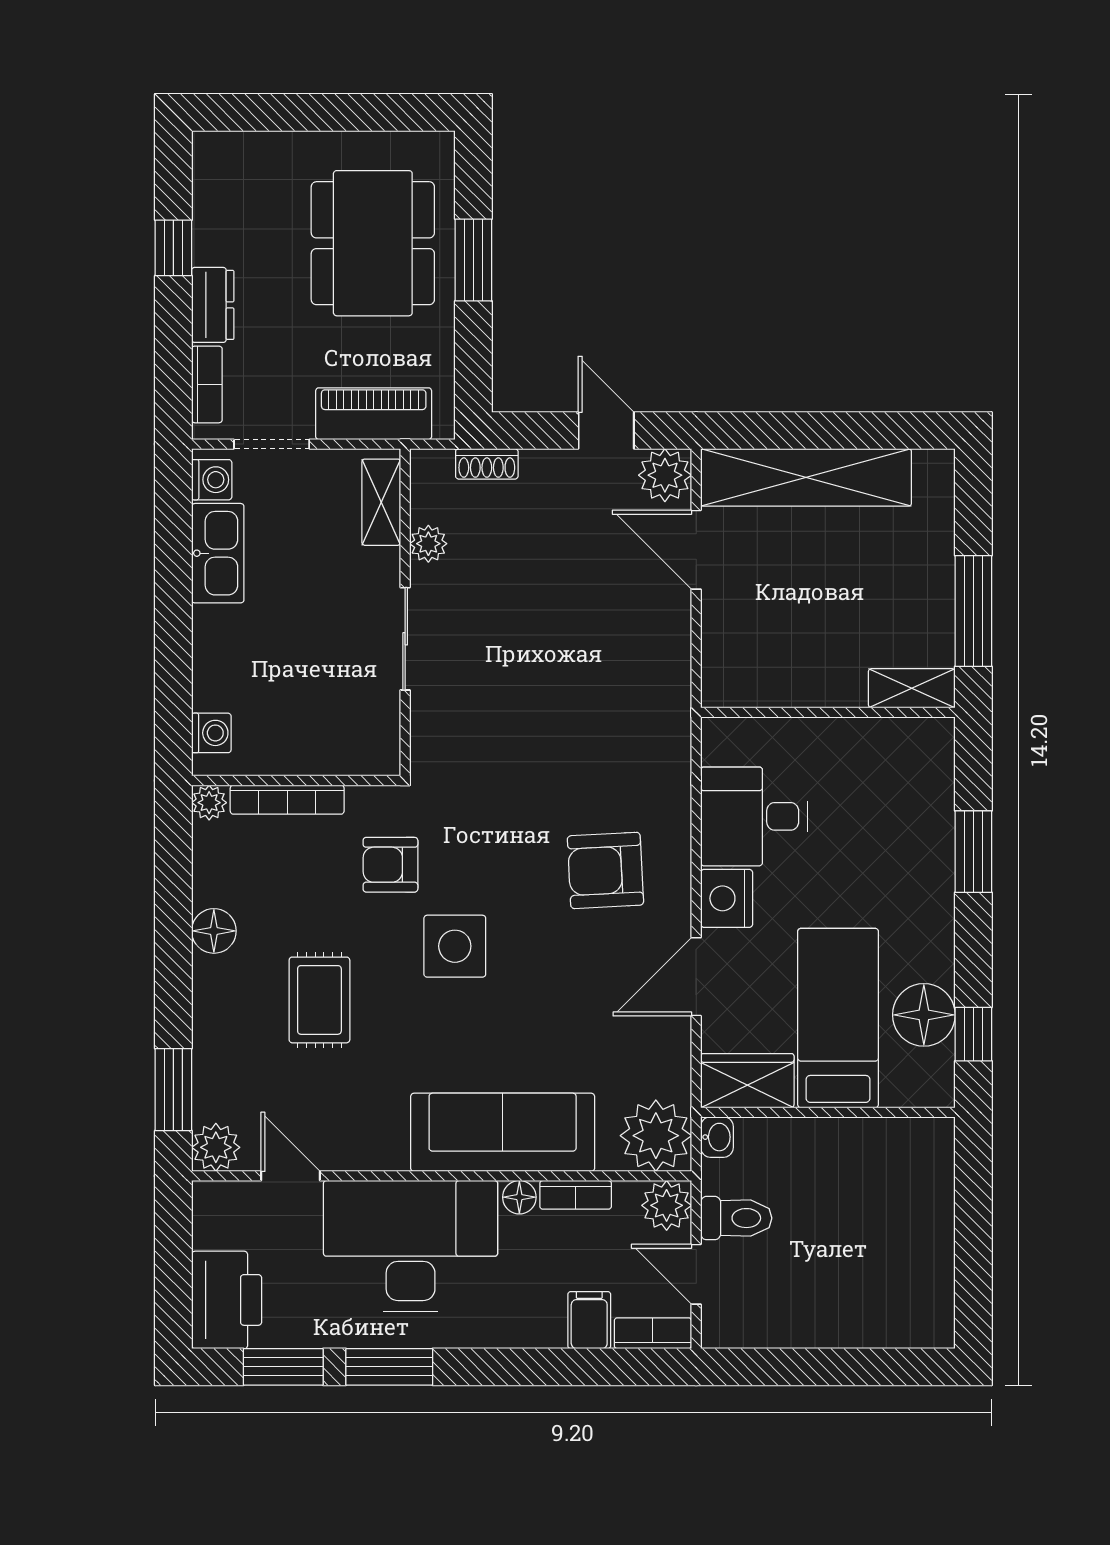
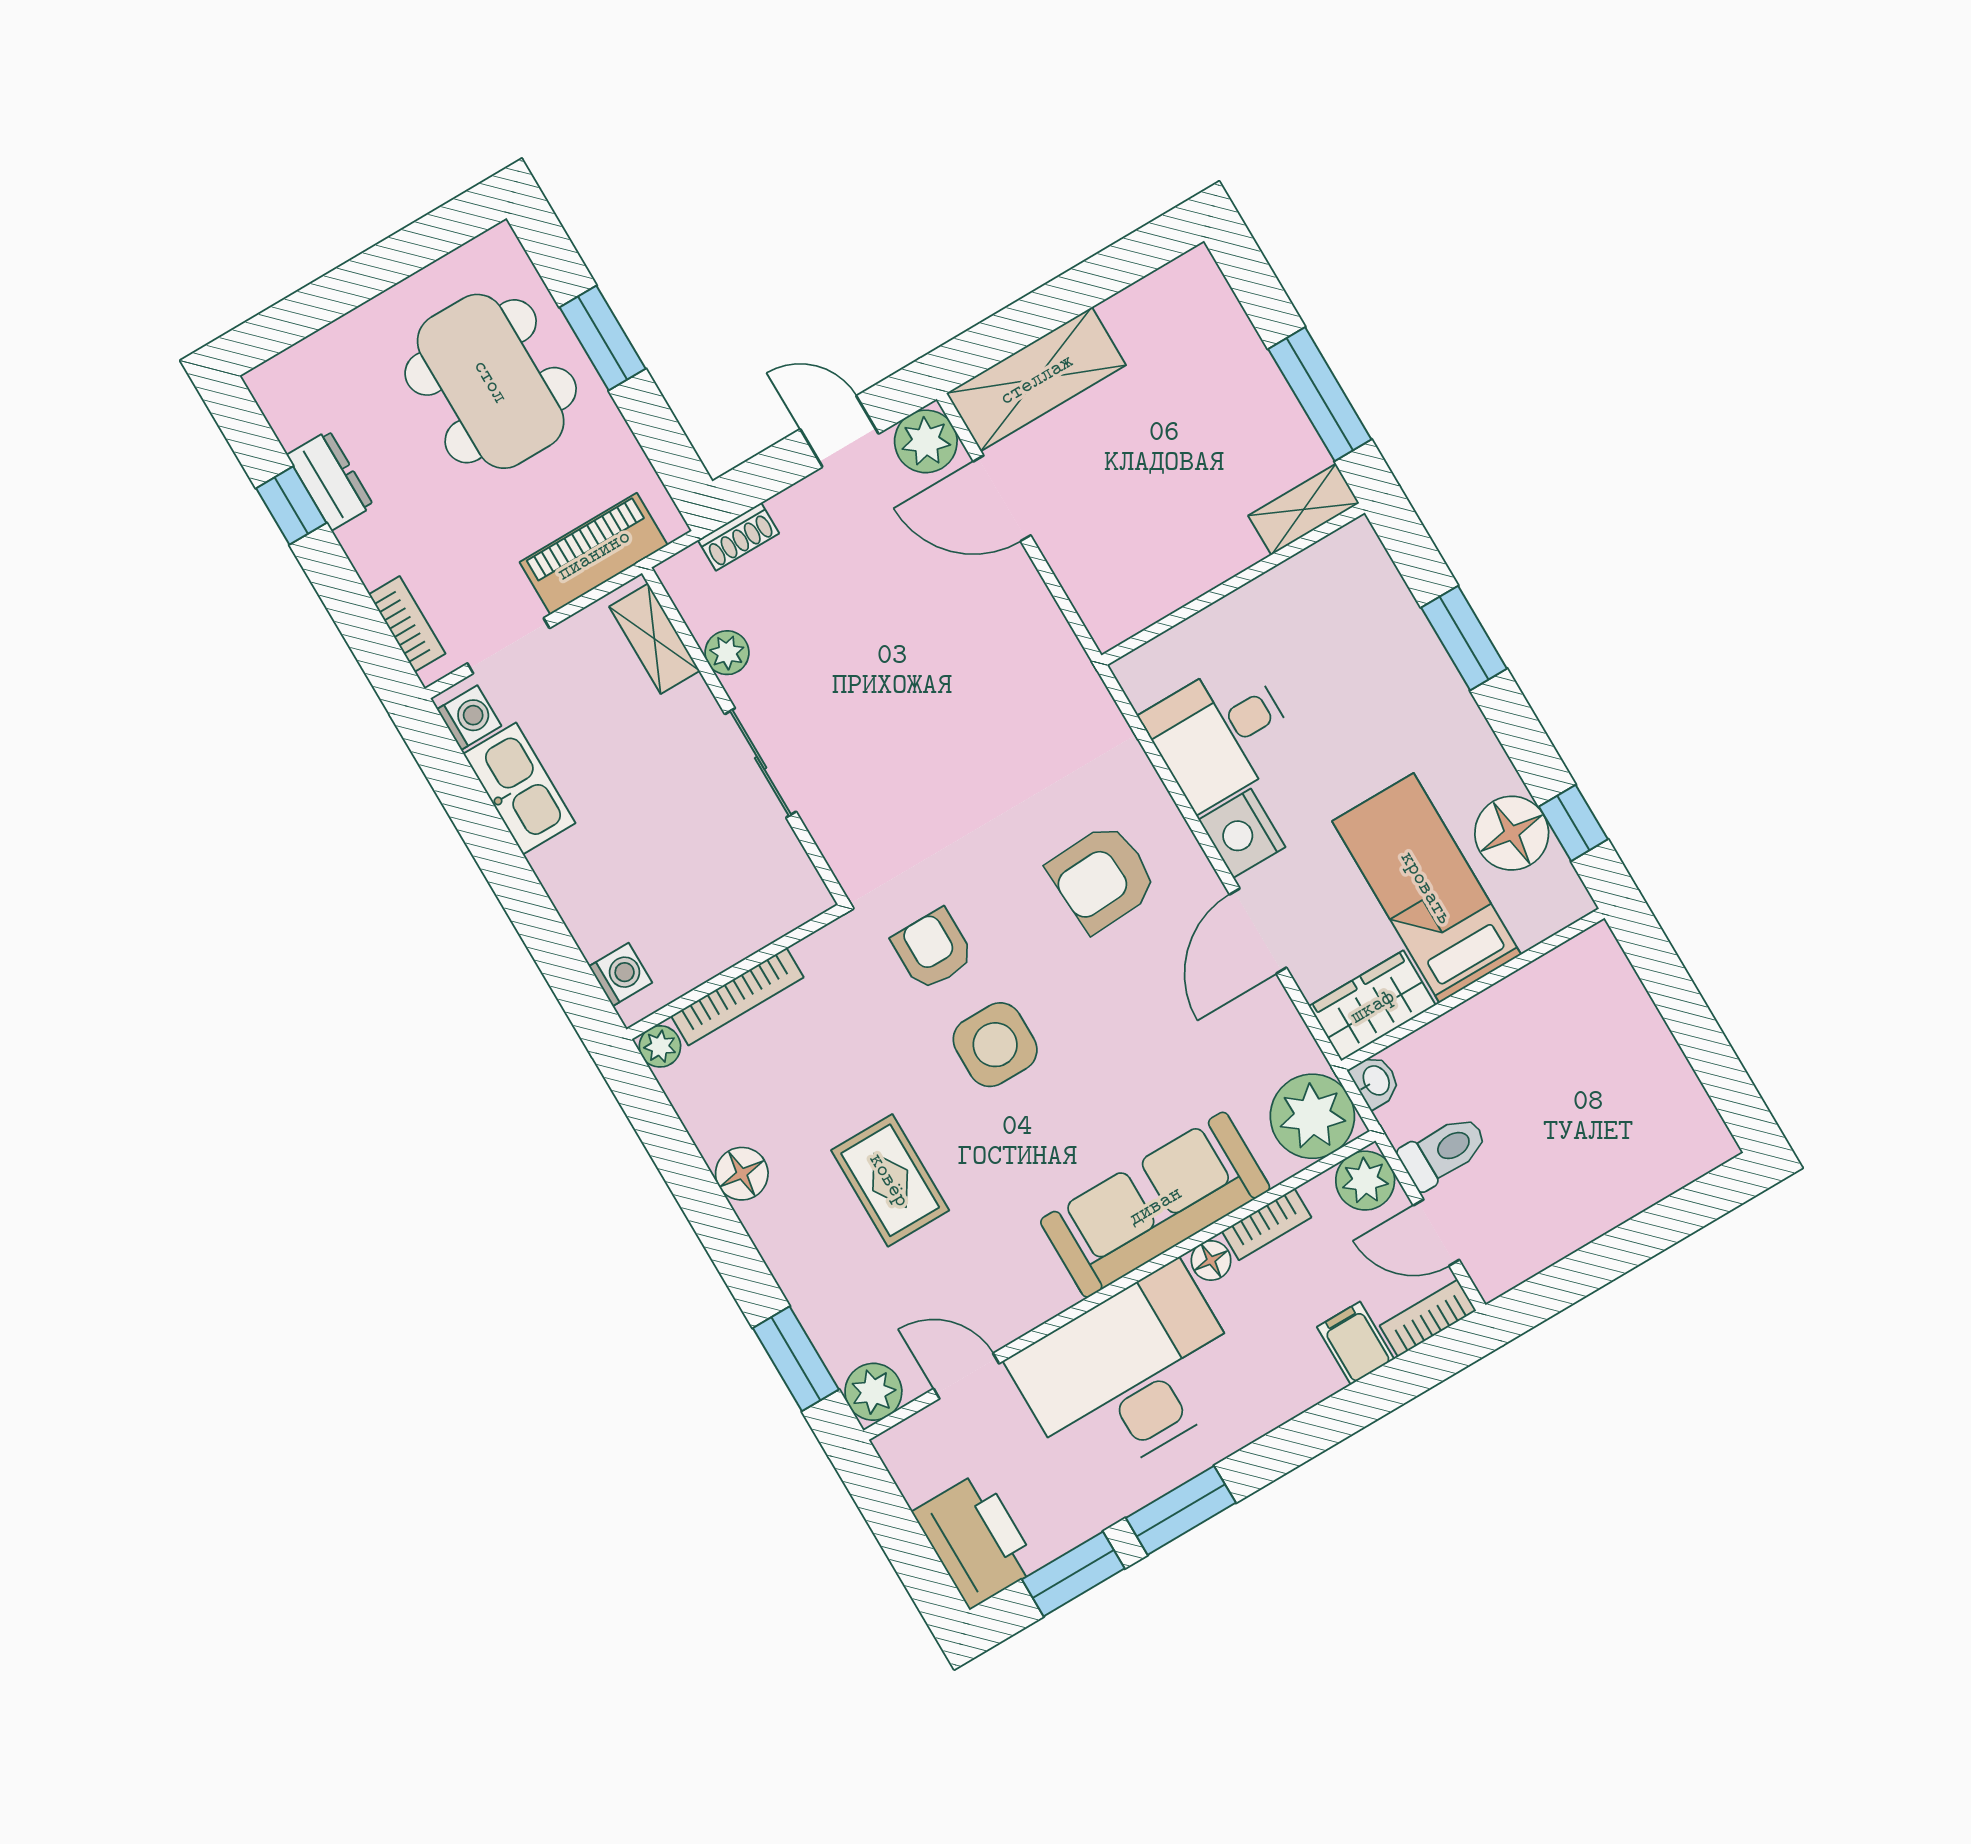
dresser: (213, 305) -> (330, 480), moved
shelving: (806, 477) -> (1036, 379), width x0.68
armchair: (390, 865) -> (933, 950), moved, turned 90

